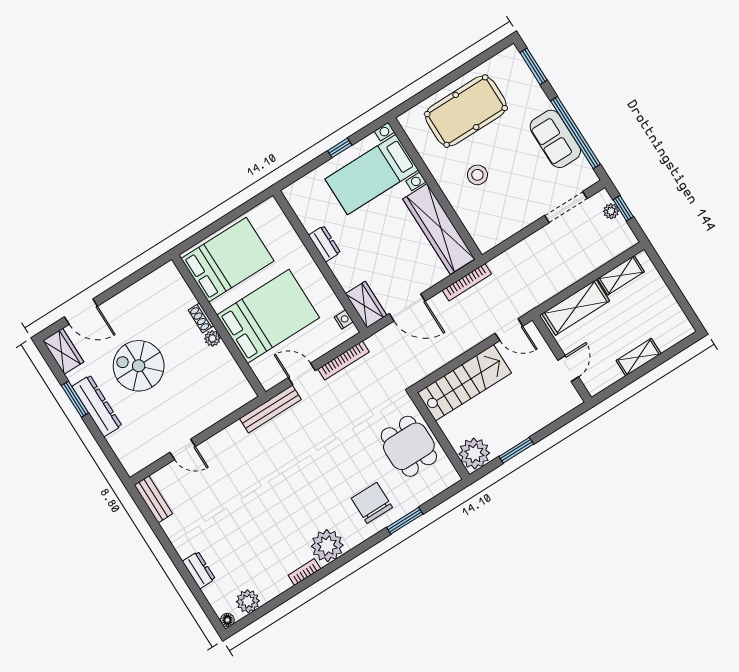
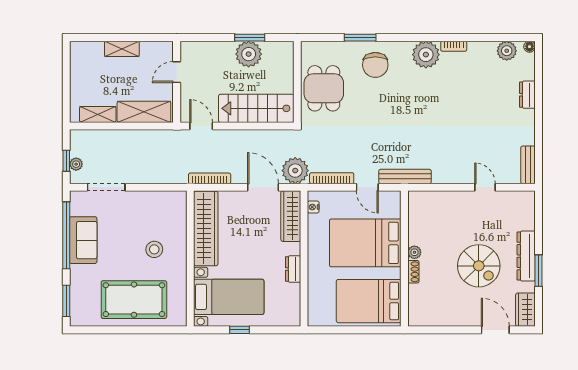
wardrobe: (366, 305) -> (291, 216), width x1.50
plant: (385, 345) -> (295, 171), added
plant: (474, 453) -> (249, 54), moved

